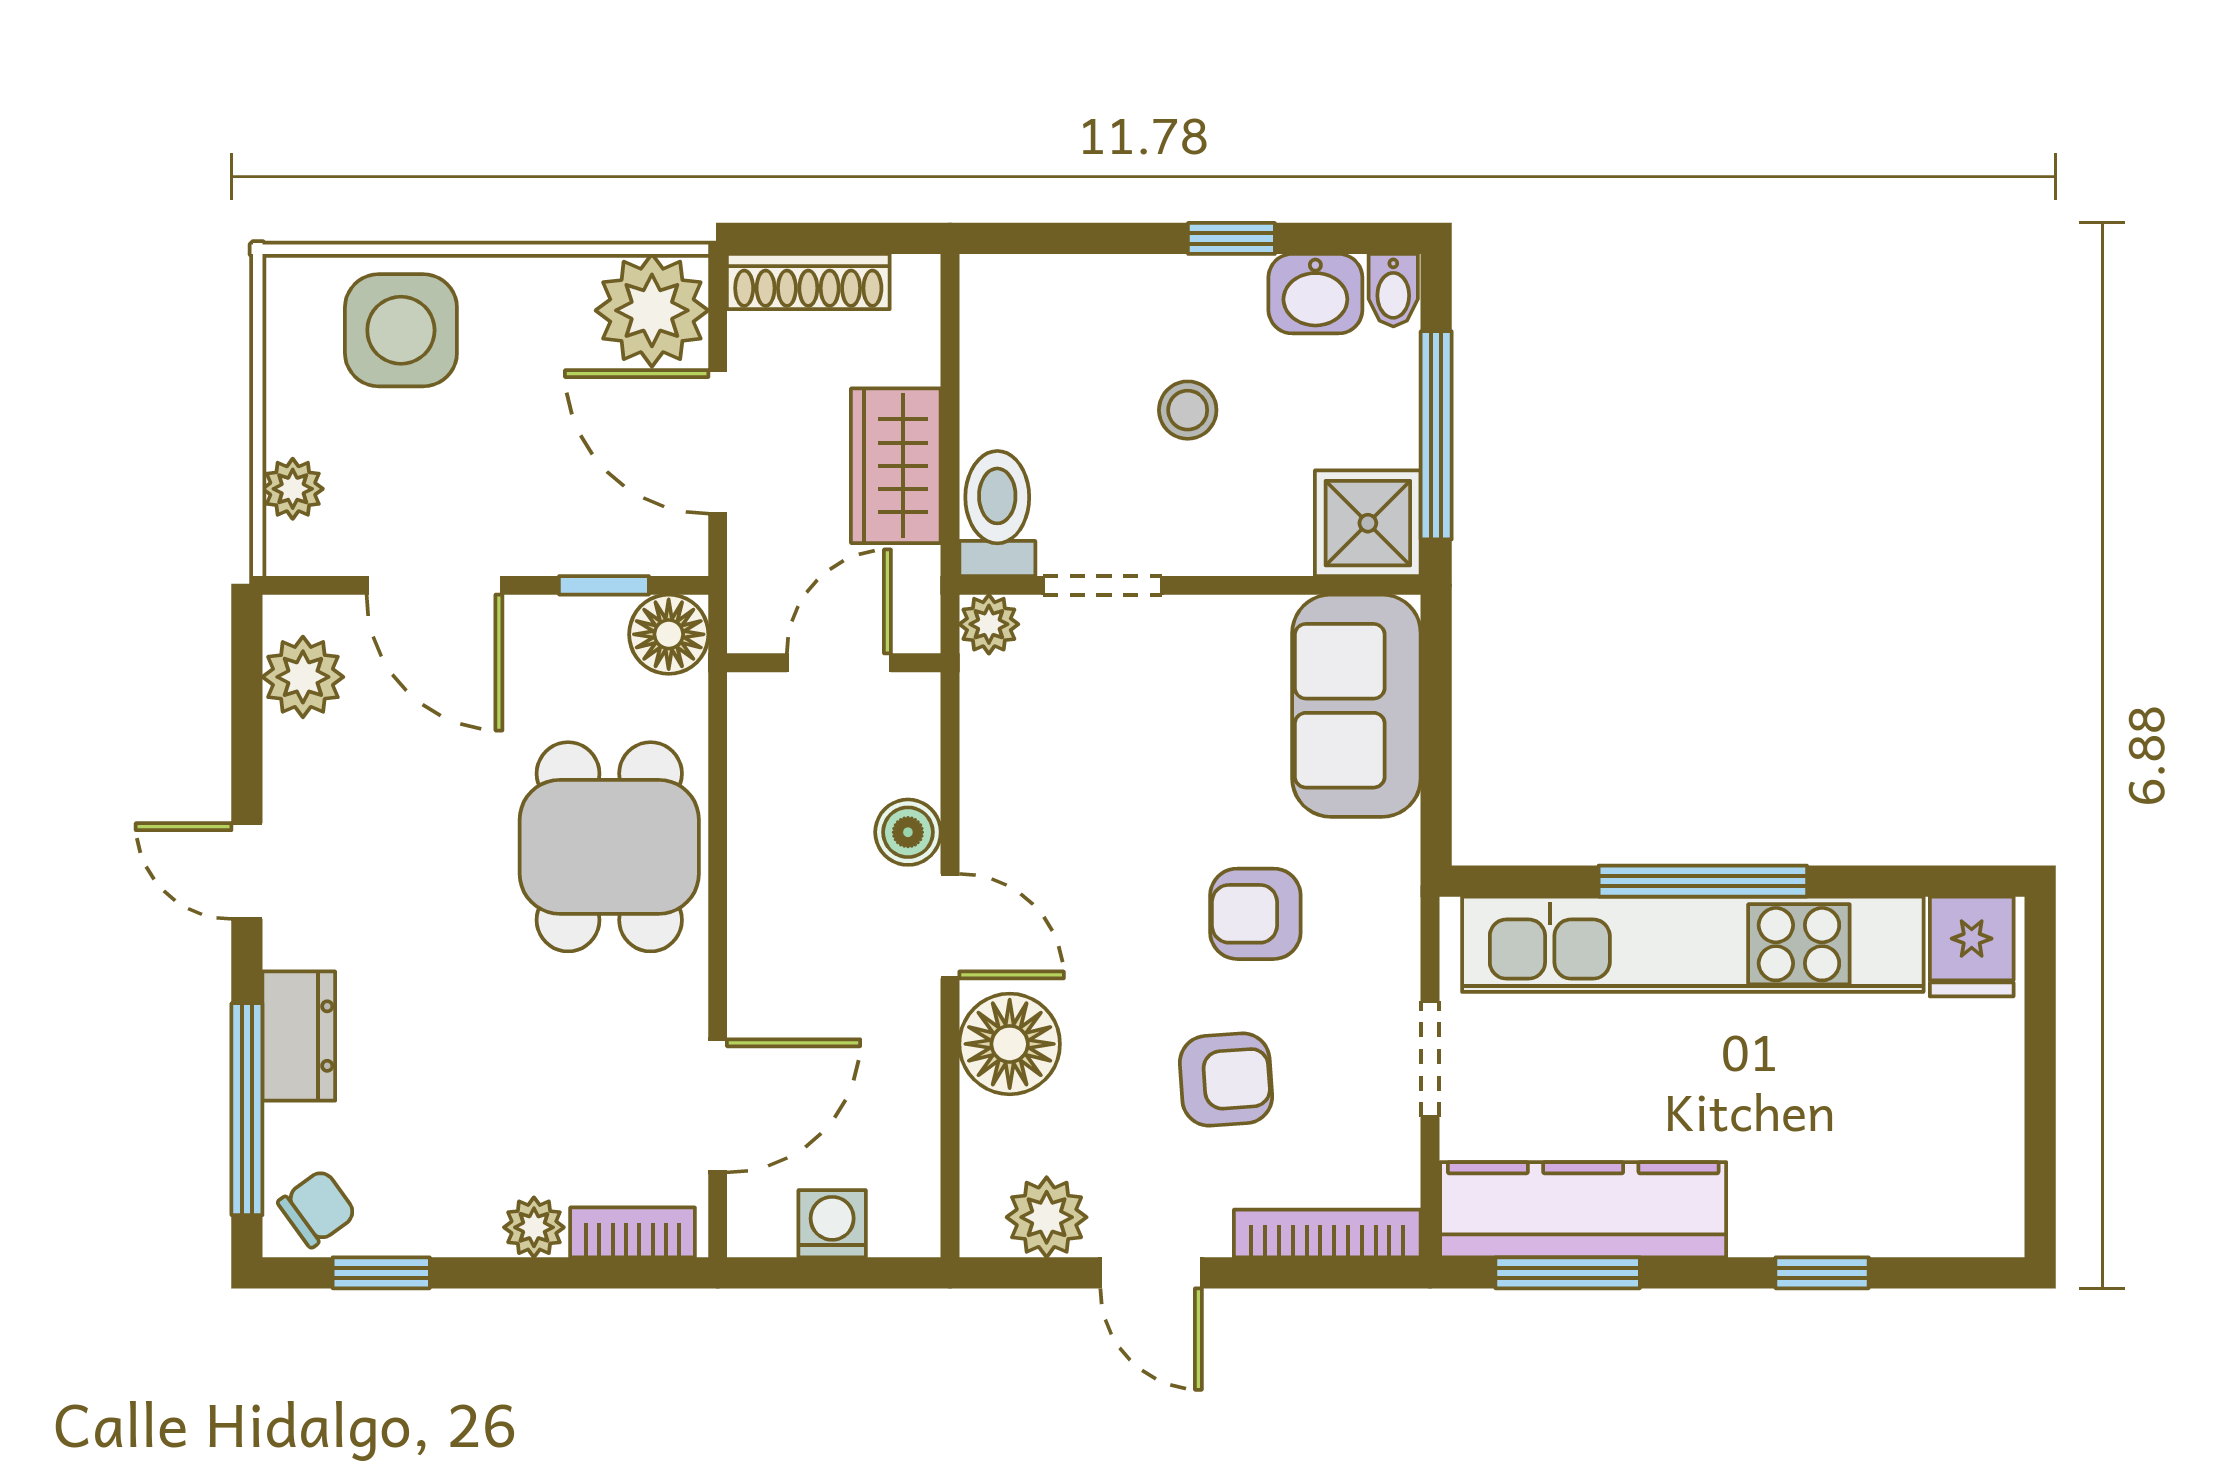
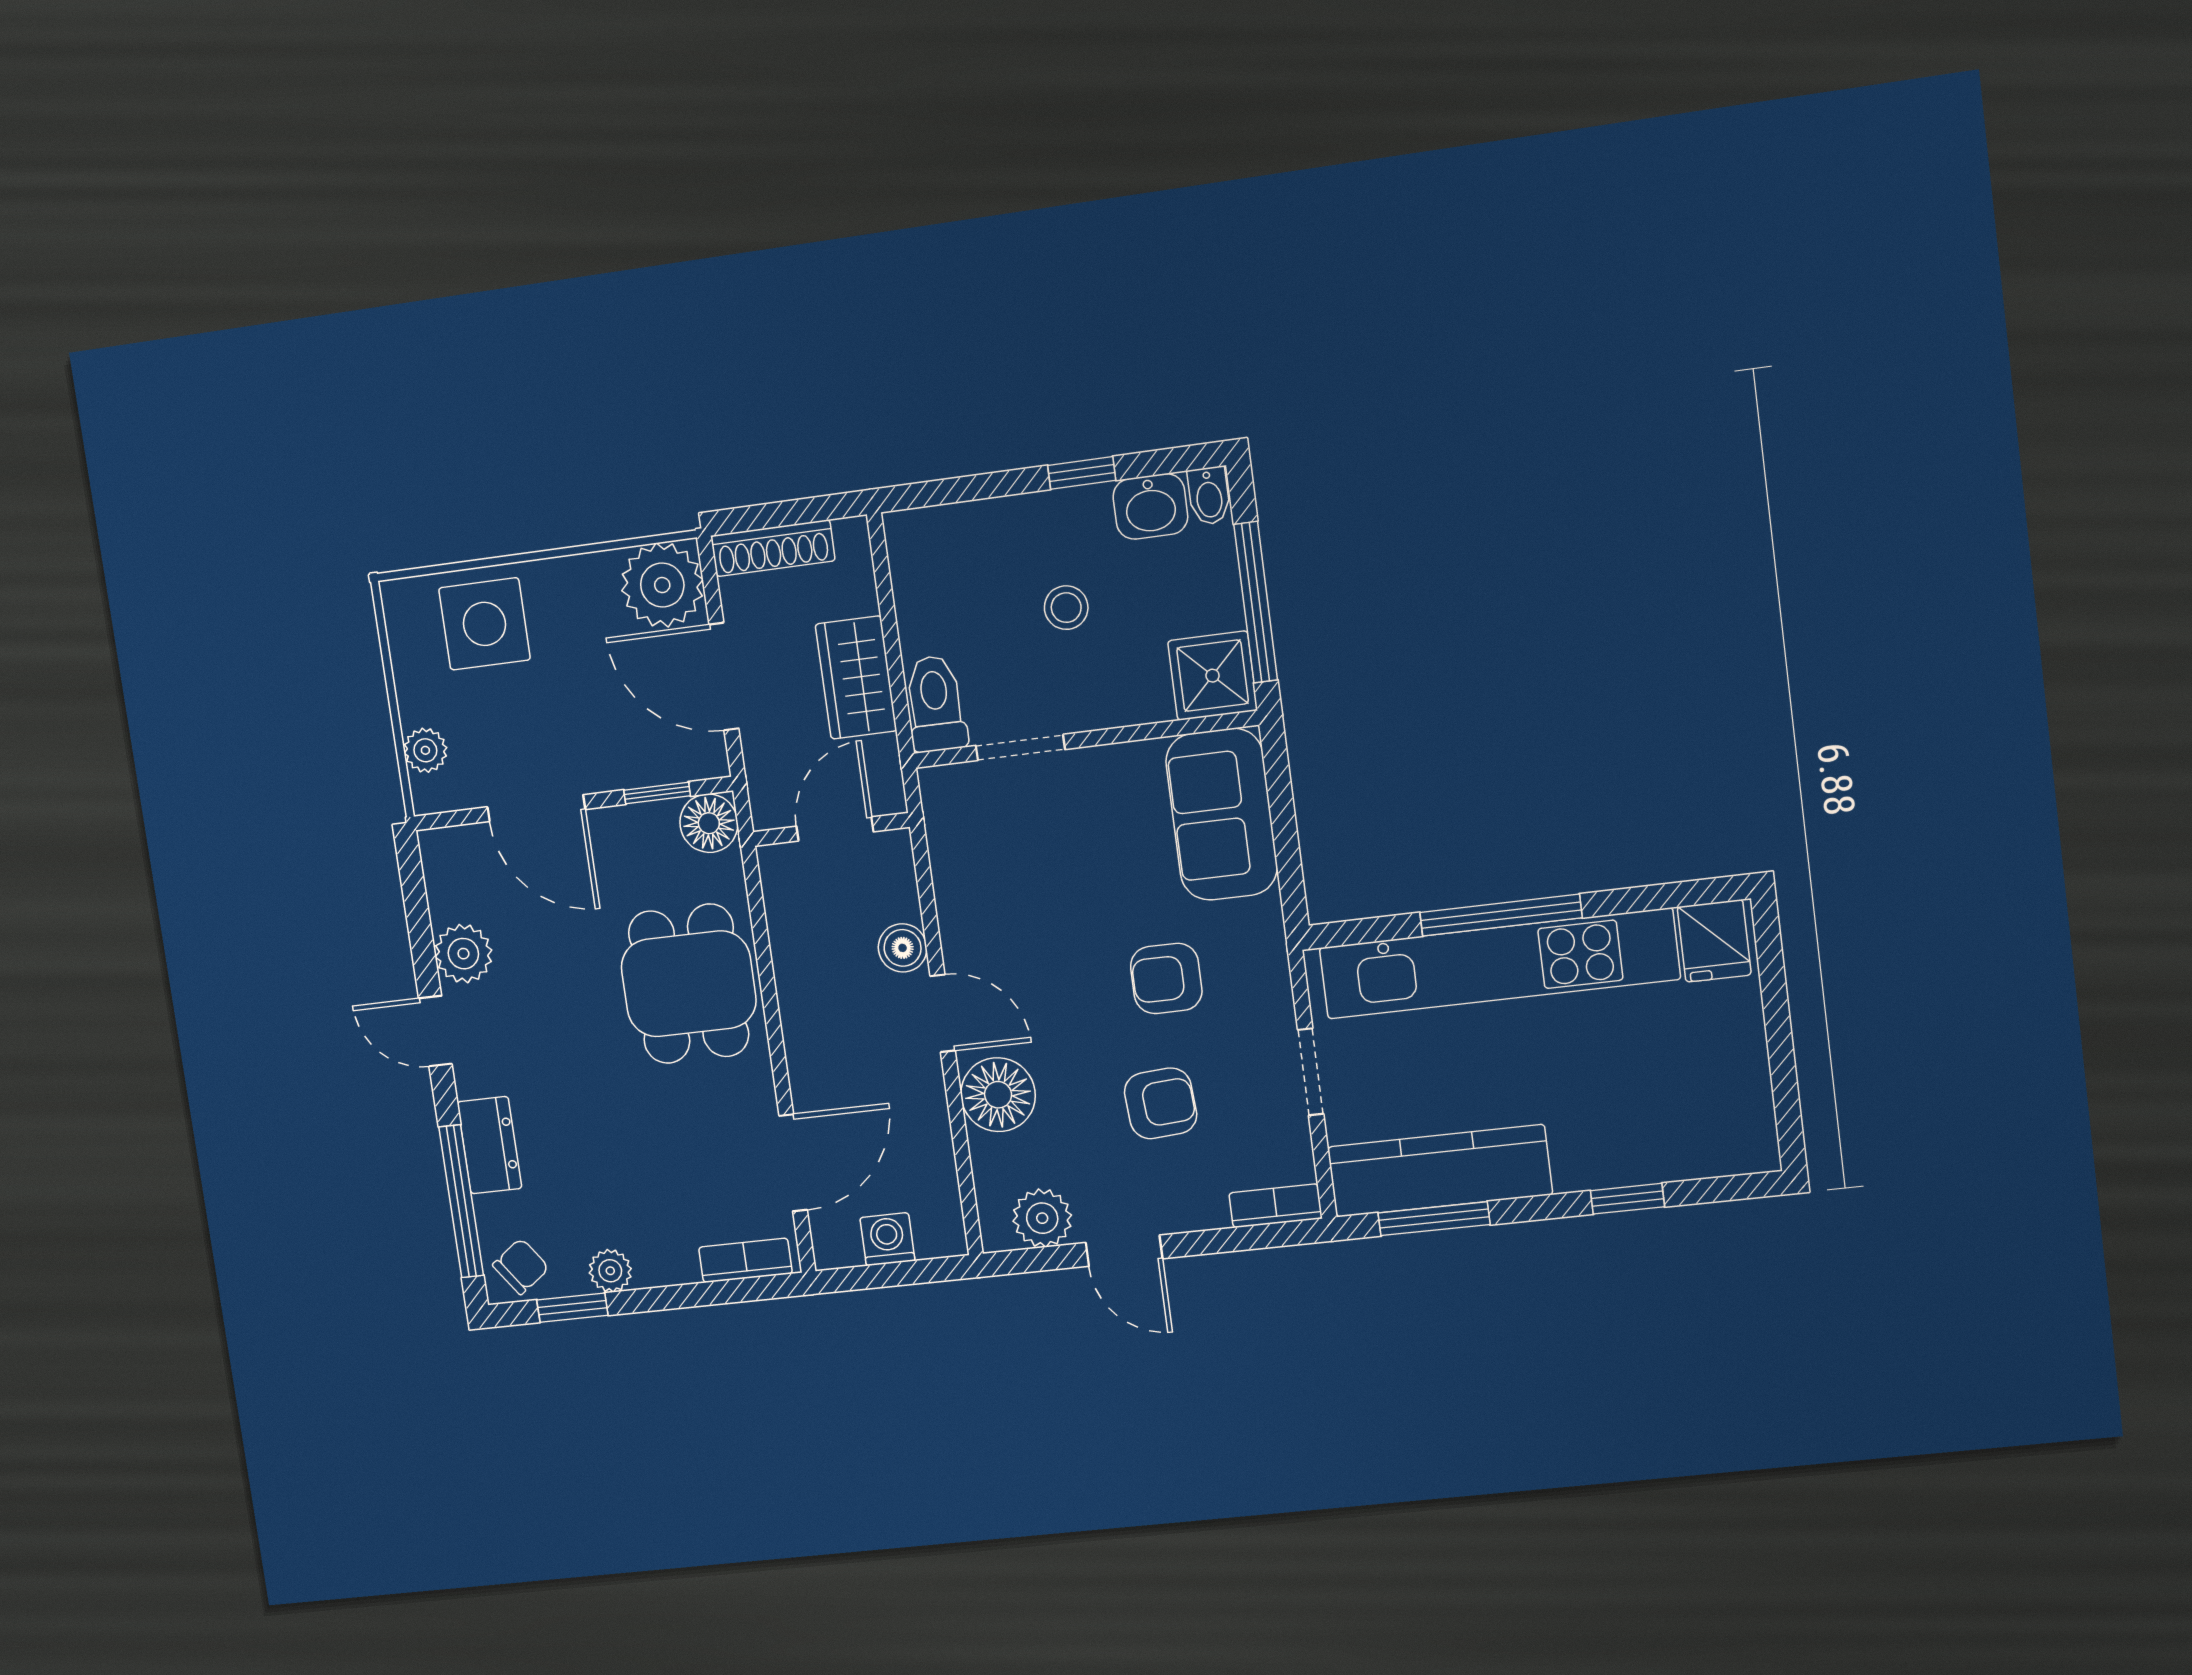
plant: (989, 624) -> (941, 787), removed
plant: (303, 677) -> (463, 954), moved
plant: (534, 1227) -> (610, 1271), moved
bookcase: (1327, 1233) -> (1276, 1206), width x0.64

